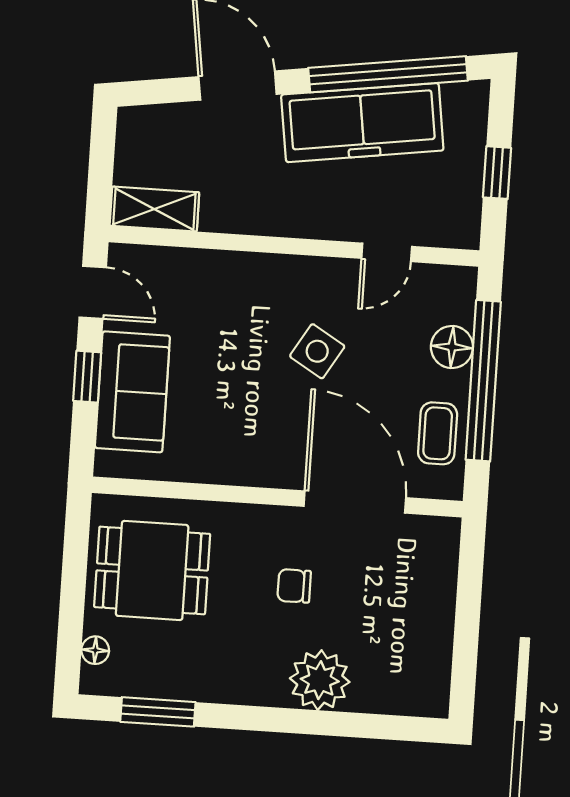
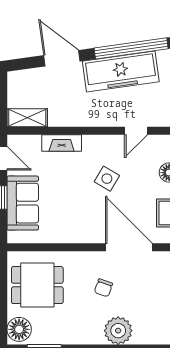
fireplace: (225, 268) -> (62, 143), added
chair: (294, 586) -> (103, 288), turned -71
floor lamp: (95, 650) -> (19, 329), width x1.89, depth x1.89

